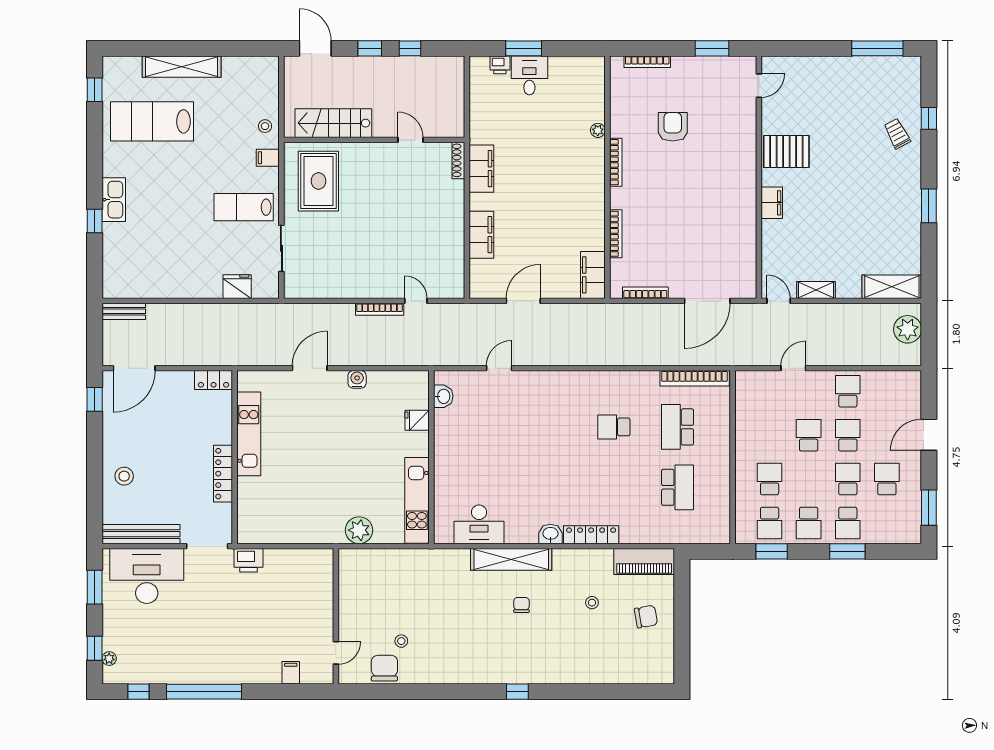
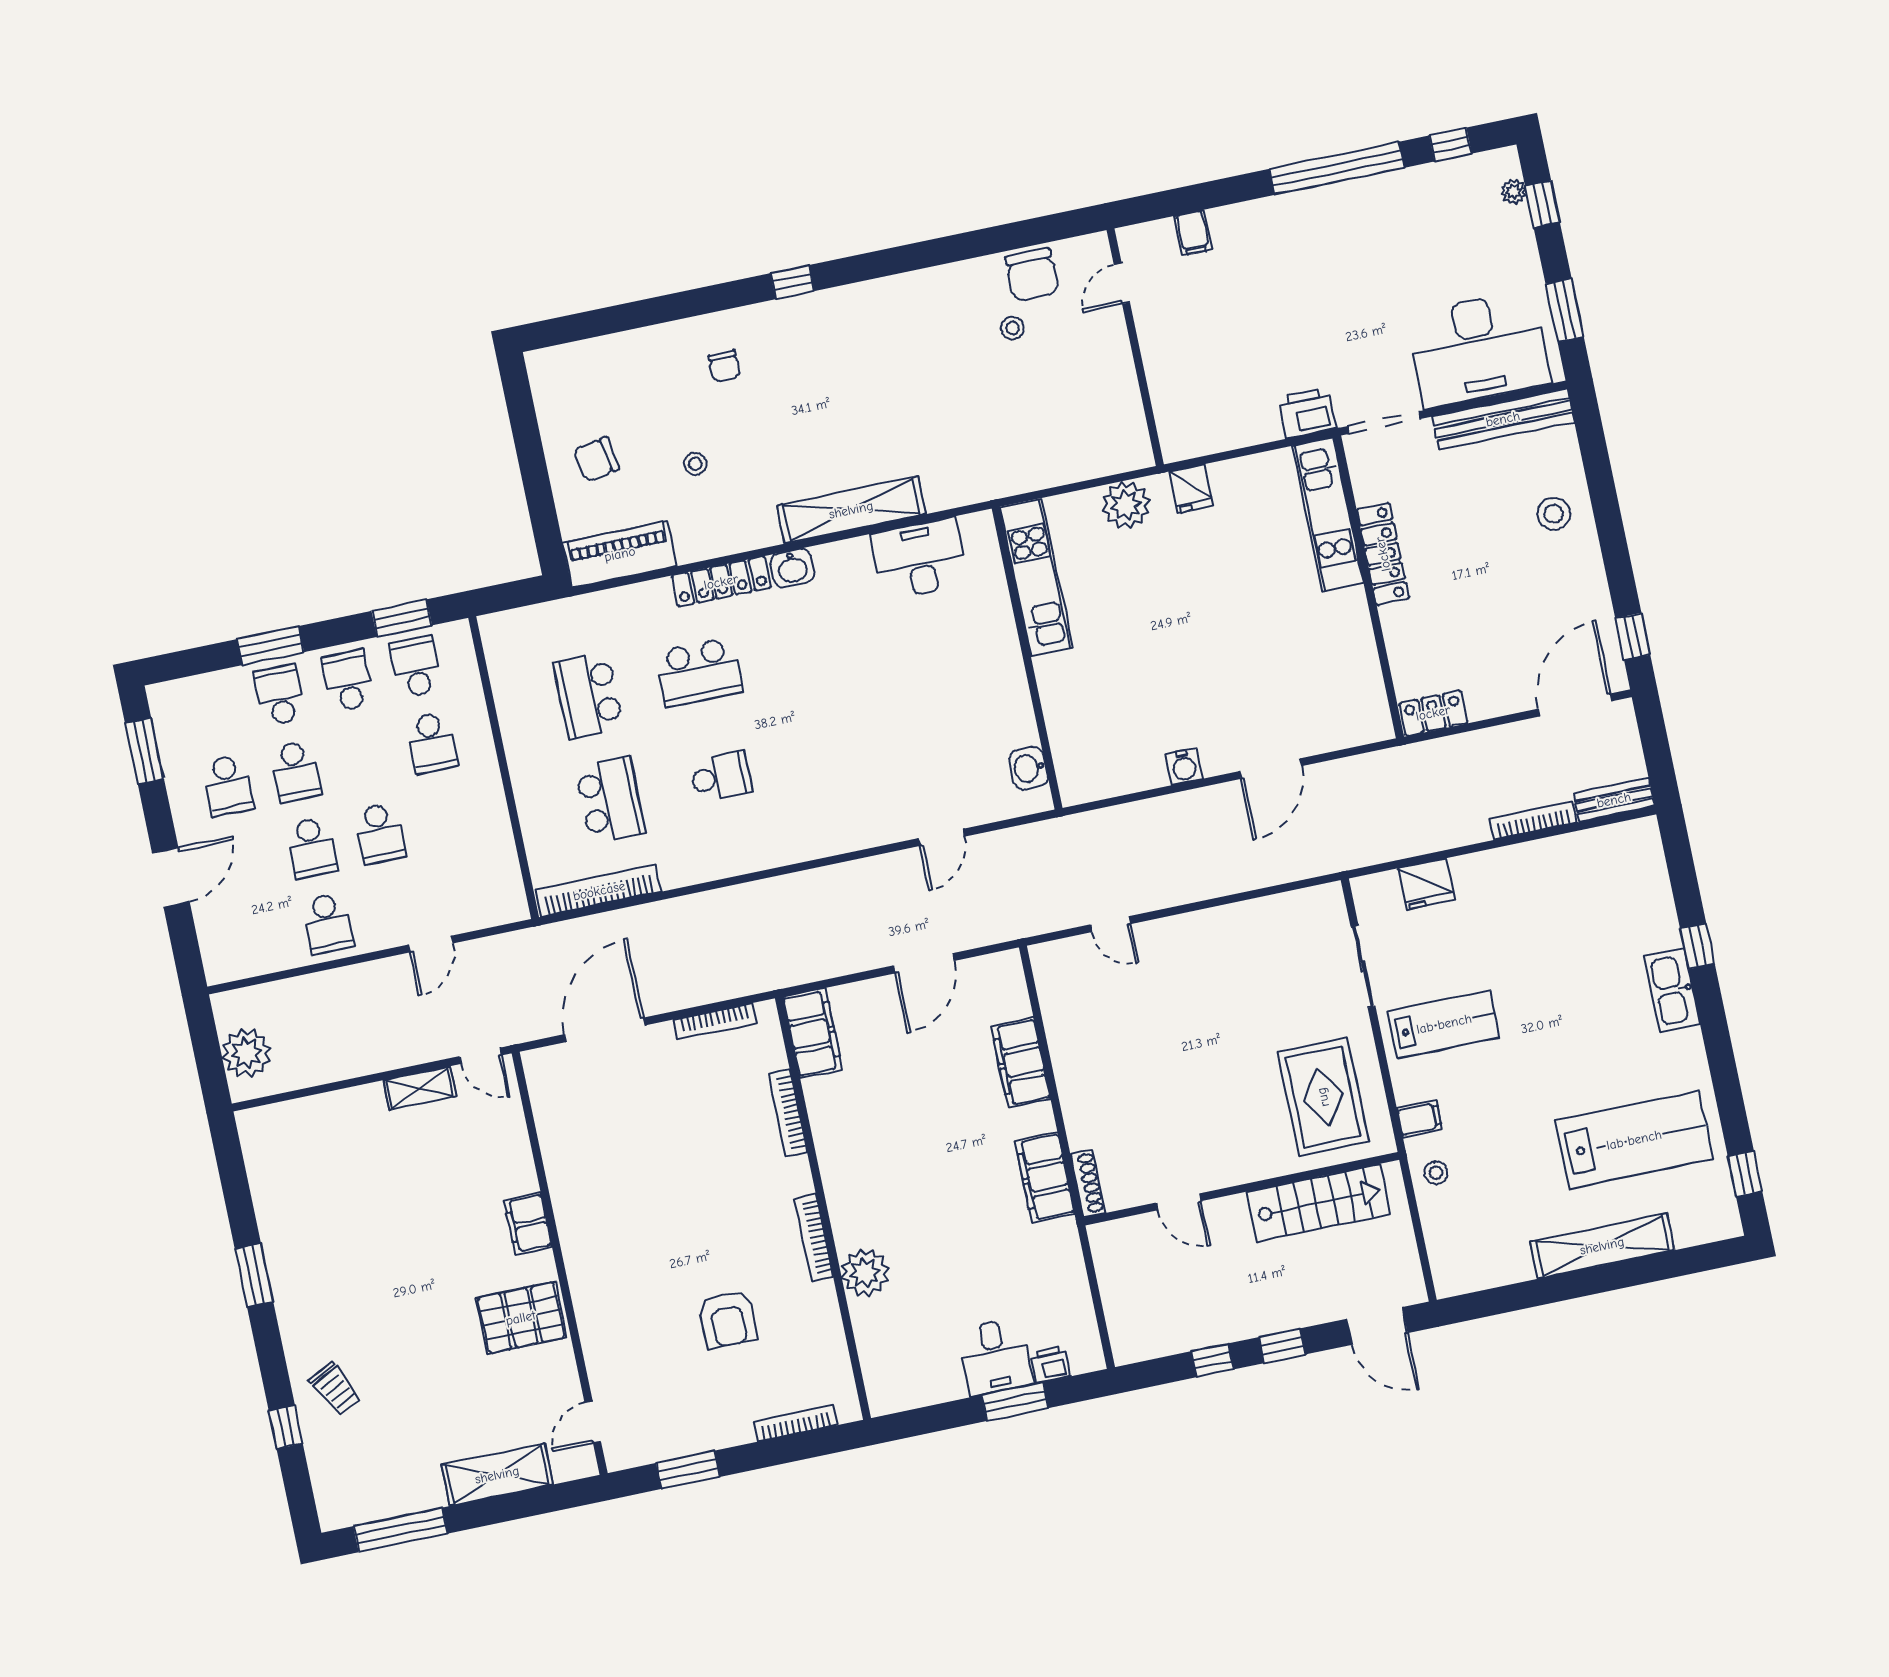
plant: (598, 130) -> (865, 1273), width x1.88, depth x1.88
shelving: (892, 287) -> (497, 1475), moved
bookcase: (380, 309) -> (1533, 821), moved
fridge: (417, 420) -> (1191, 489), moved, turned 90
kitchen unit: (249, 434) -> (1328, 515), moved
school desk: (614, 487) -> (699, 672), added
chair: (521, 605) -> (724, 366), moved

